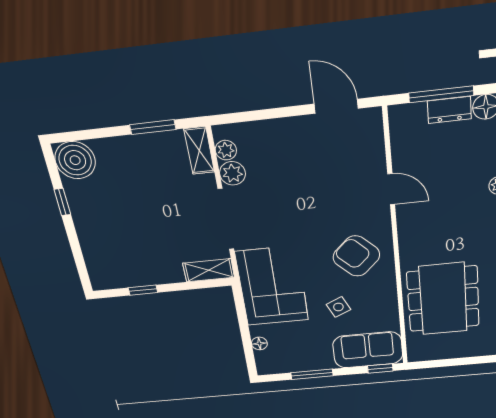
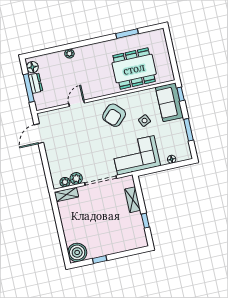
window: (153, 127) -> (57, 216), removed
shelving: (209, 270) -> (133, 200), moved

